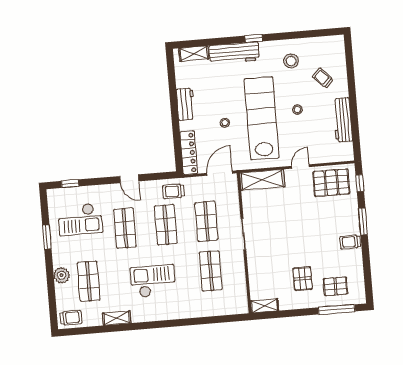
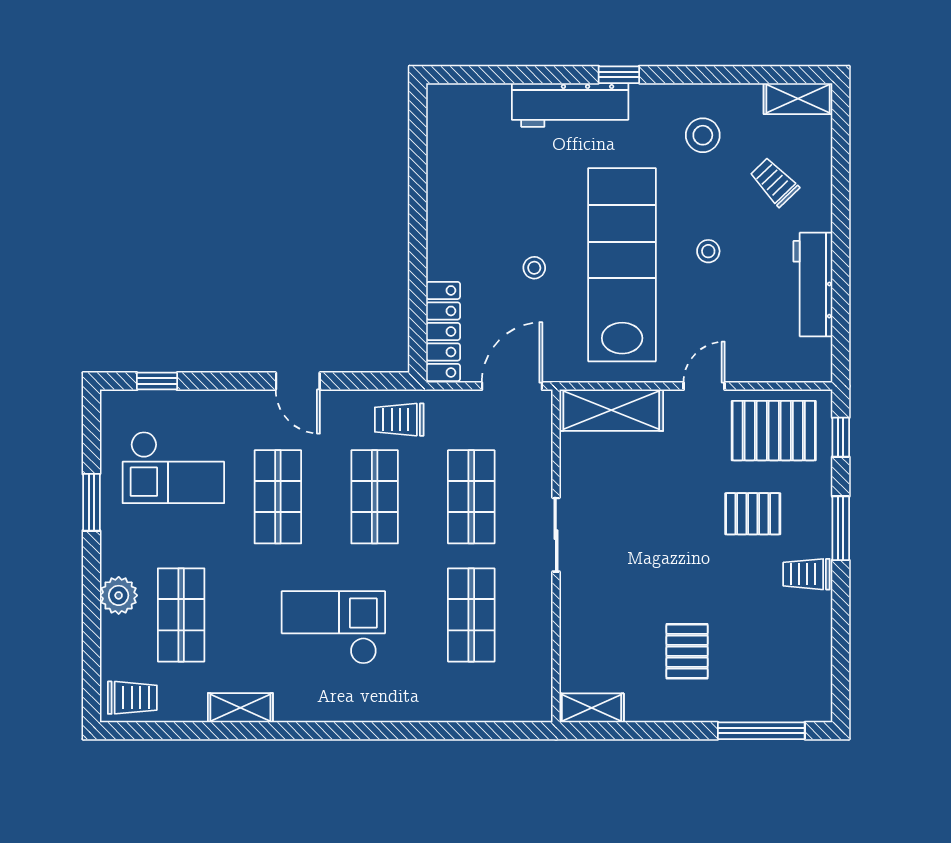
shelving: (194, 54) -> (798, 99), moved
workbench: (186, 104) -> (445, 216), removed
pallet: (336, 286) -> (753, 514), moved

